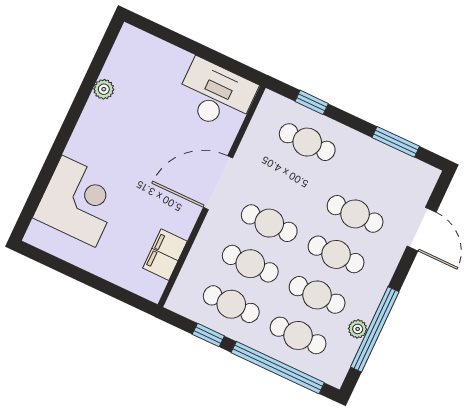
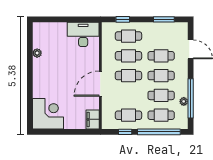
door: (218, 183) -> (100, 84), moved
corner desk: (79, 201) -> (48, 114), moved
filing cabinet: (165, 255) -> (93, 119), moved
cafe table: (250, 264) -> (128, 56), moved

